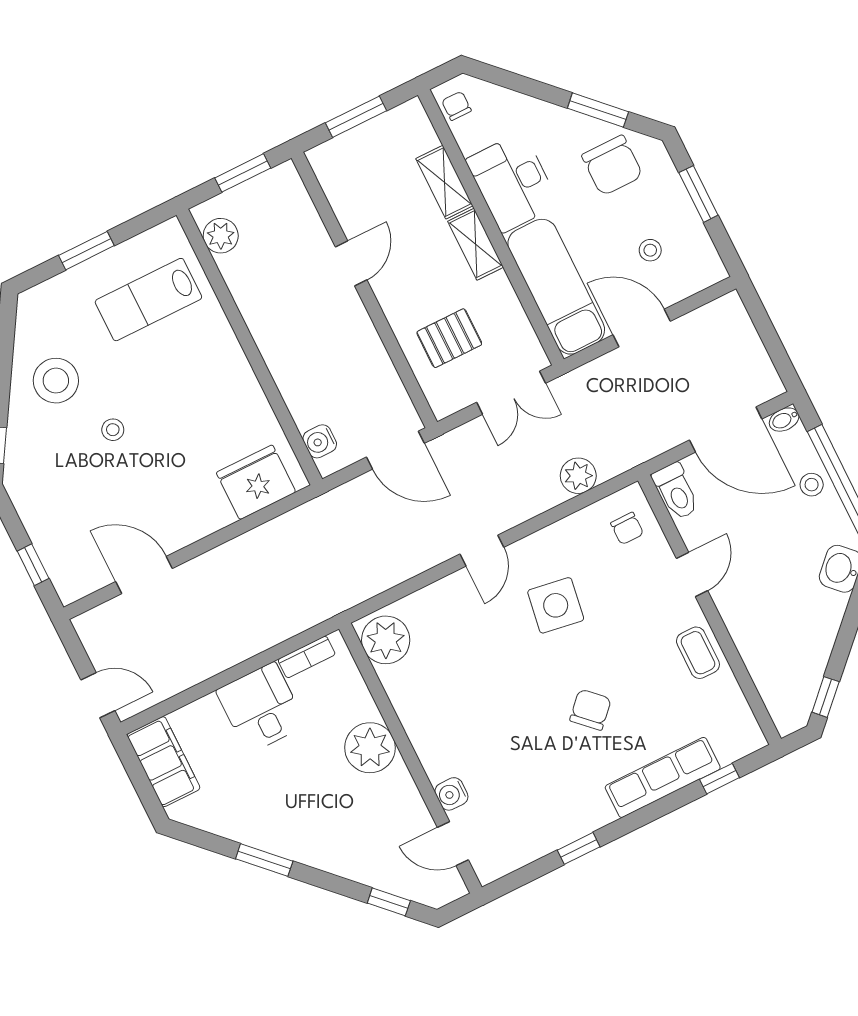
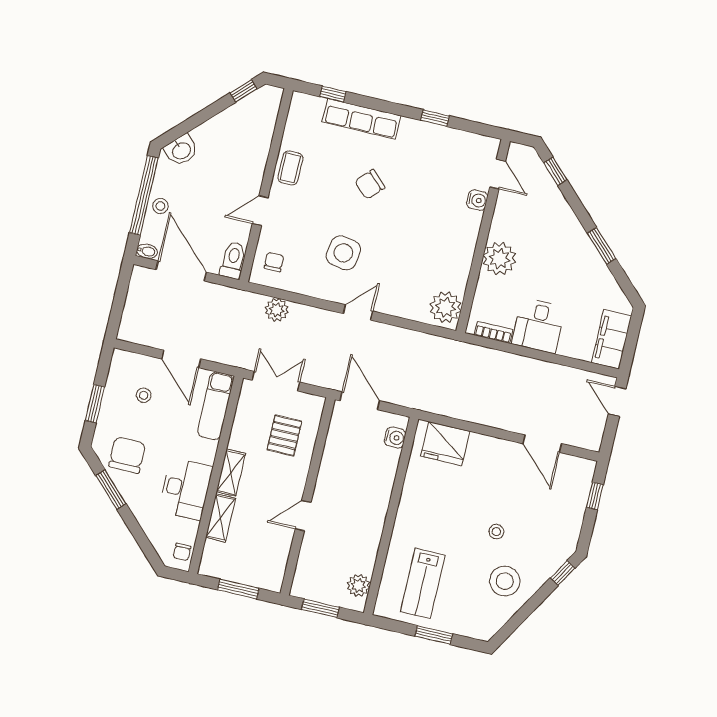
exam couch: (556, 287) -> (216, 406), width x0.73, depth x0.69
lab bench: (148, 300) -> (423, 583), turned 90
pallet: (449, 338) -> (284, 435), turned 90

